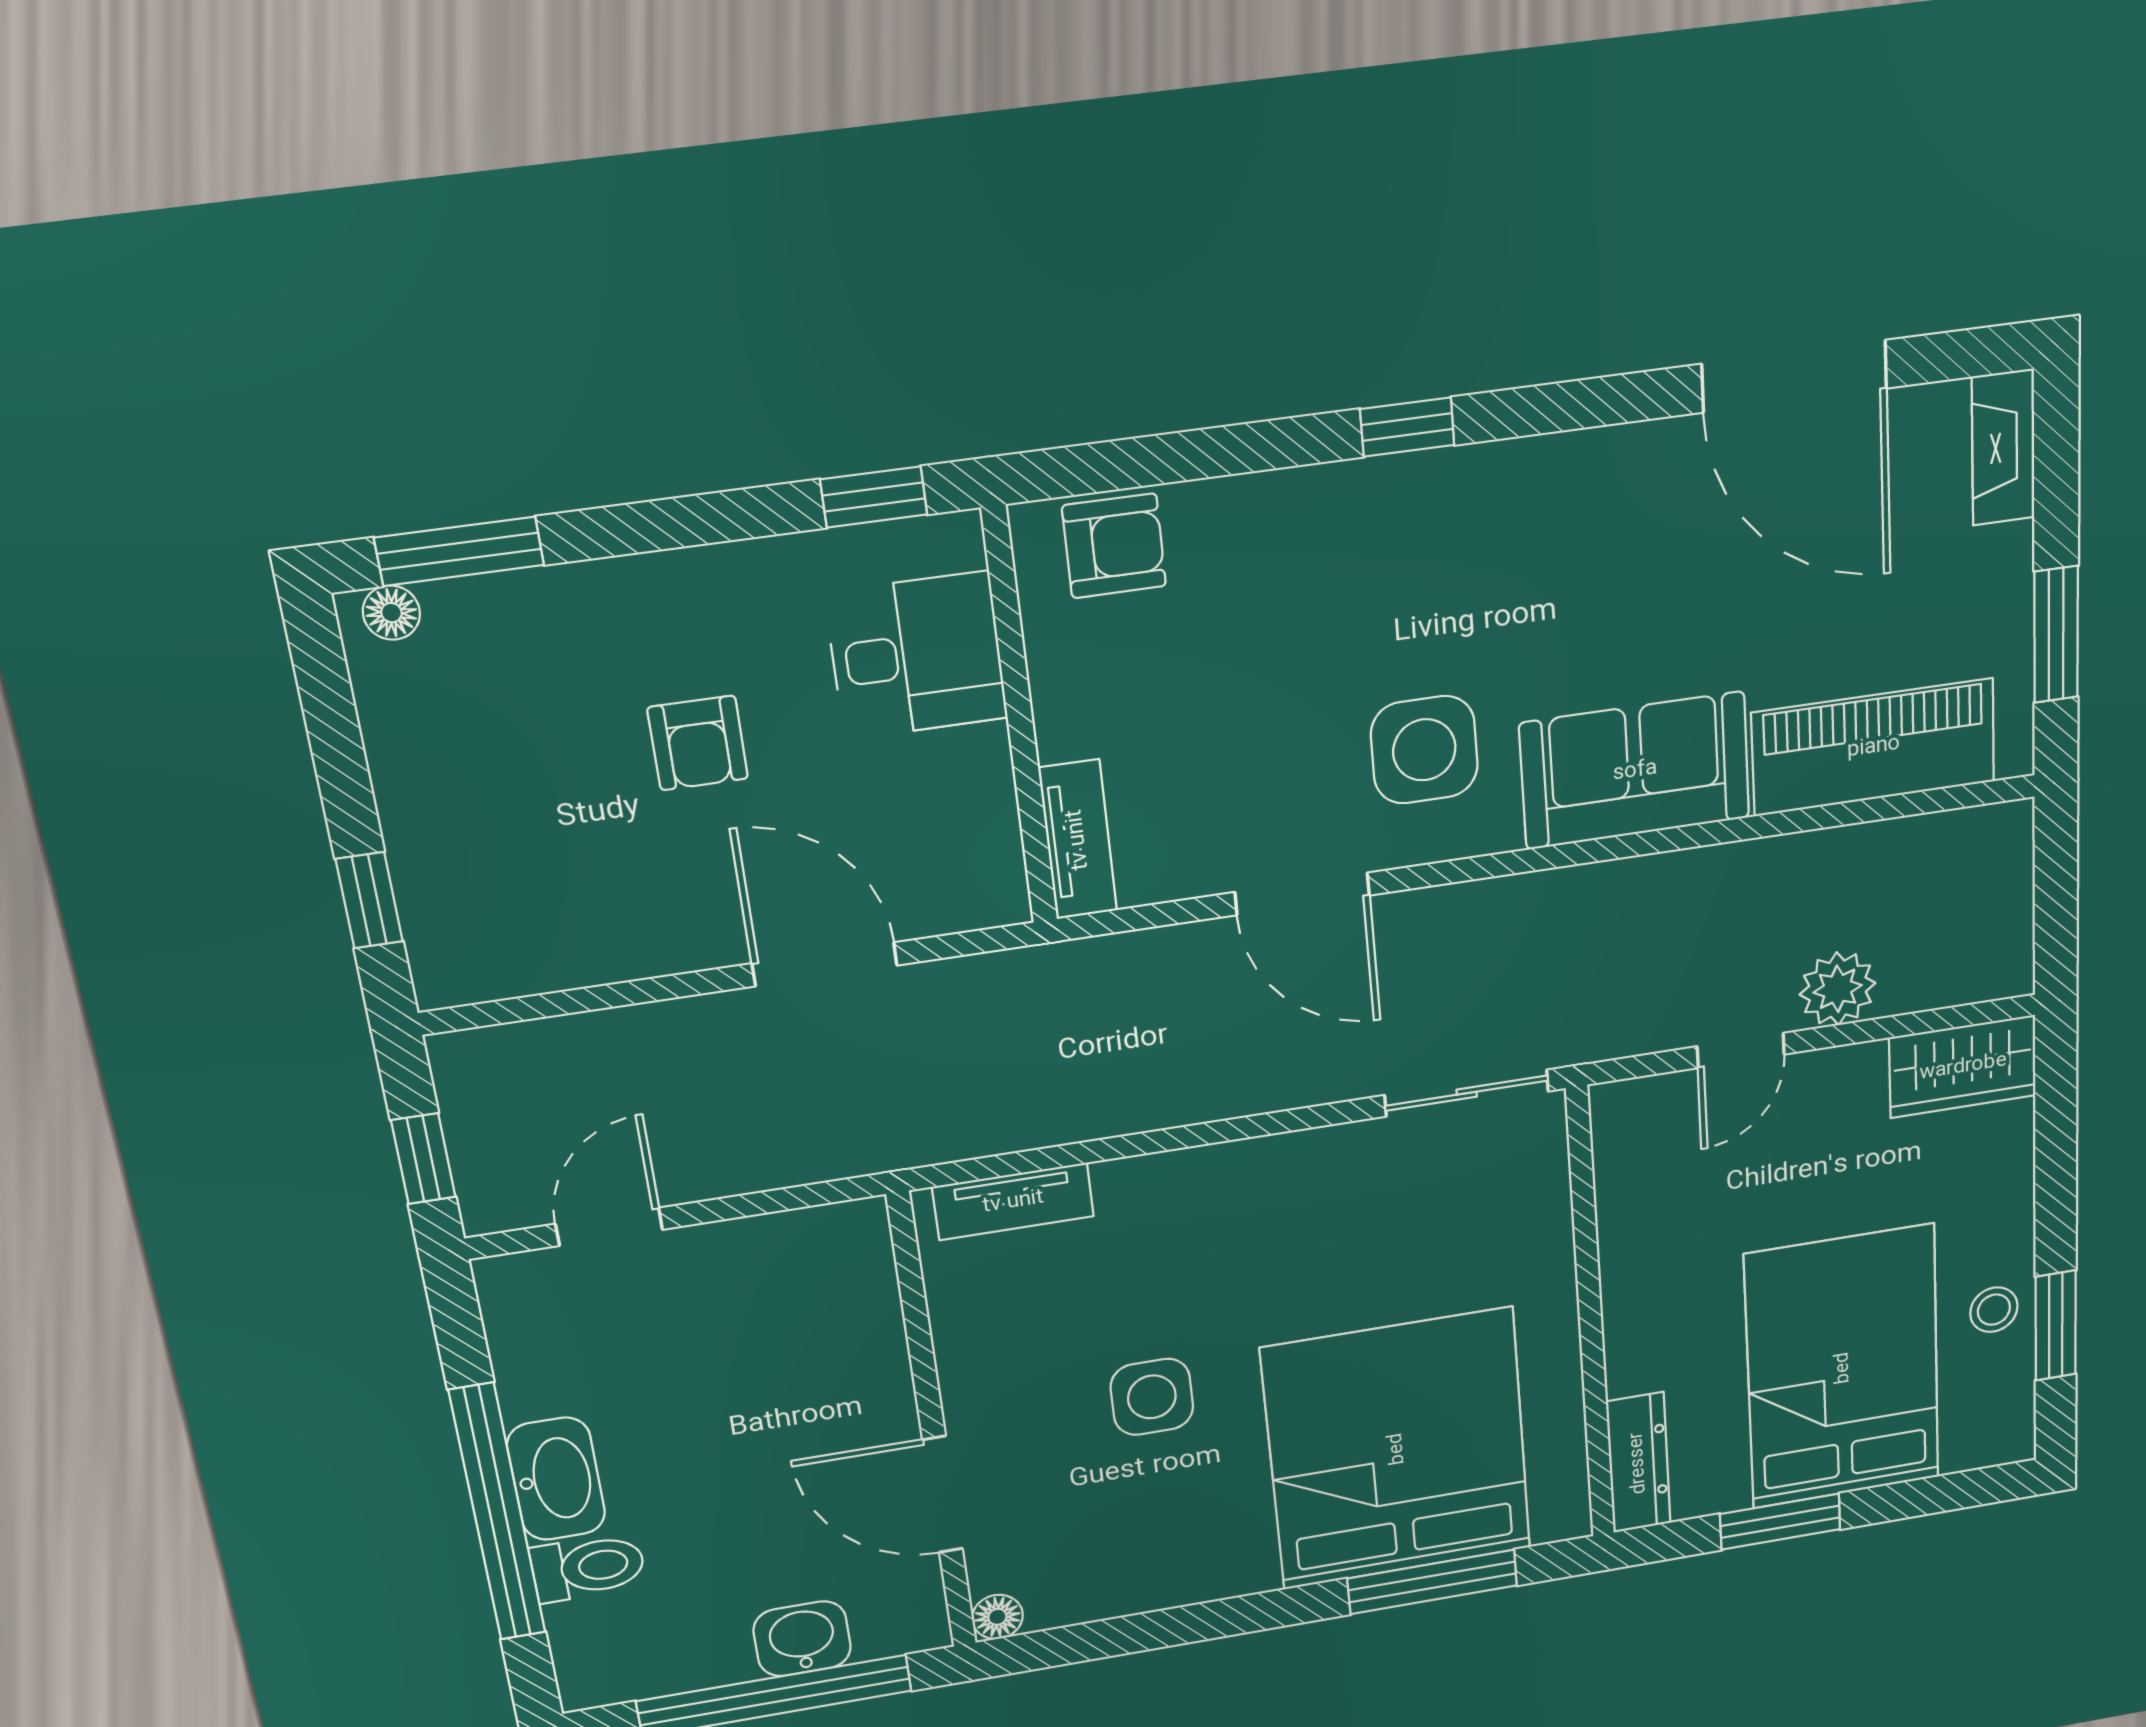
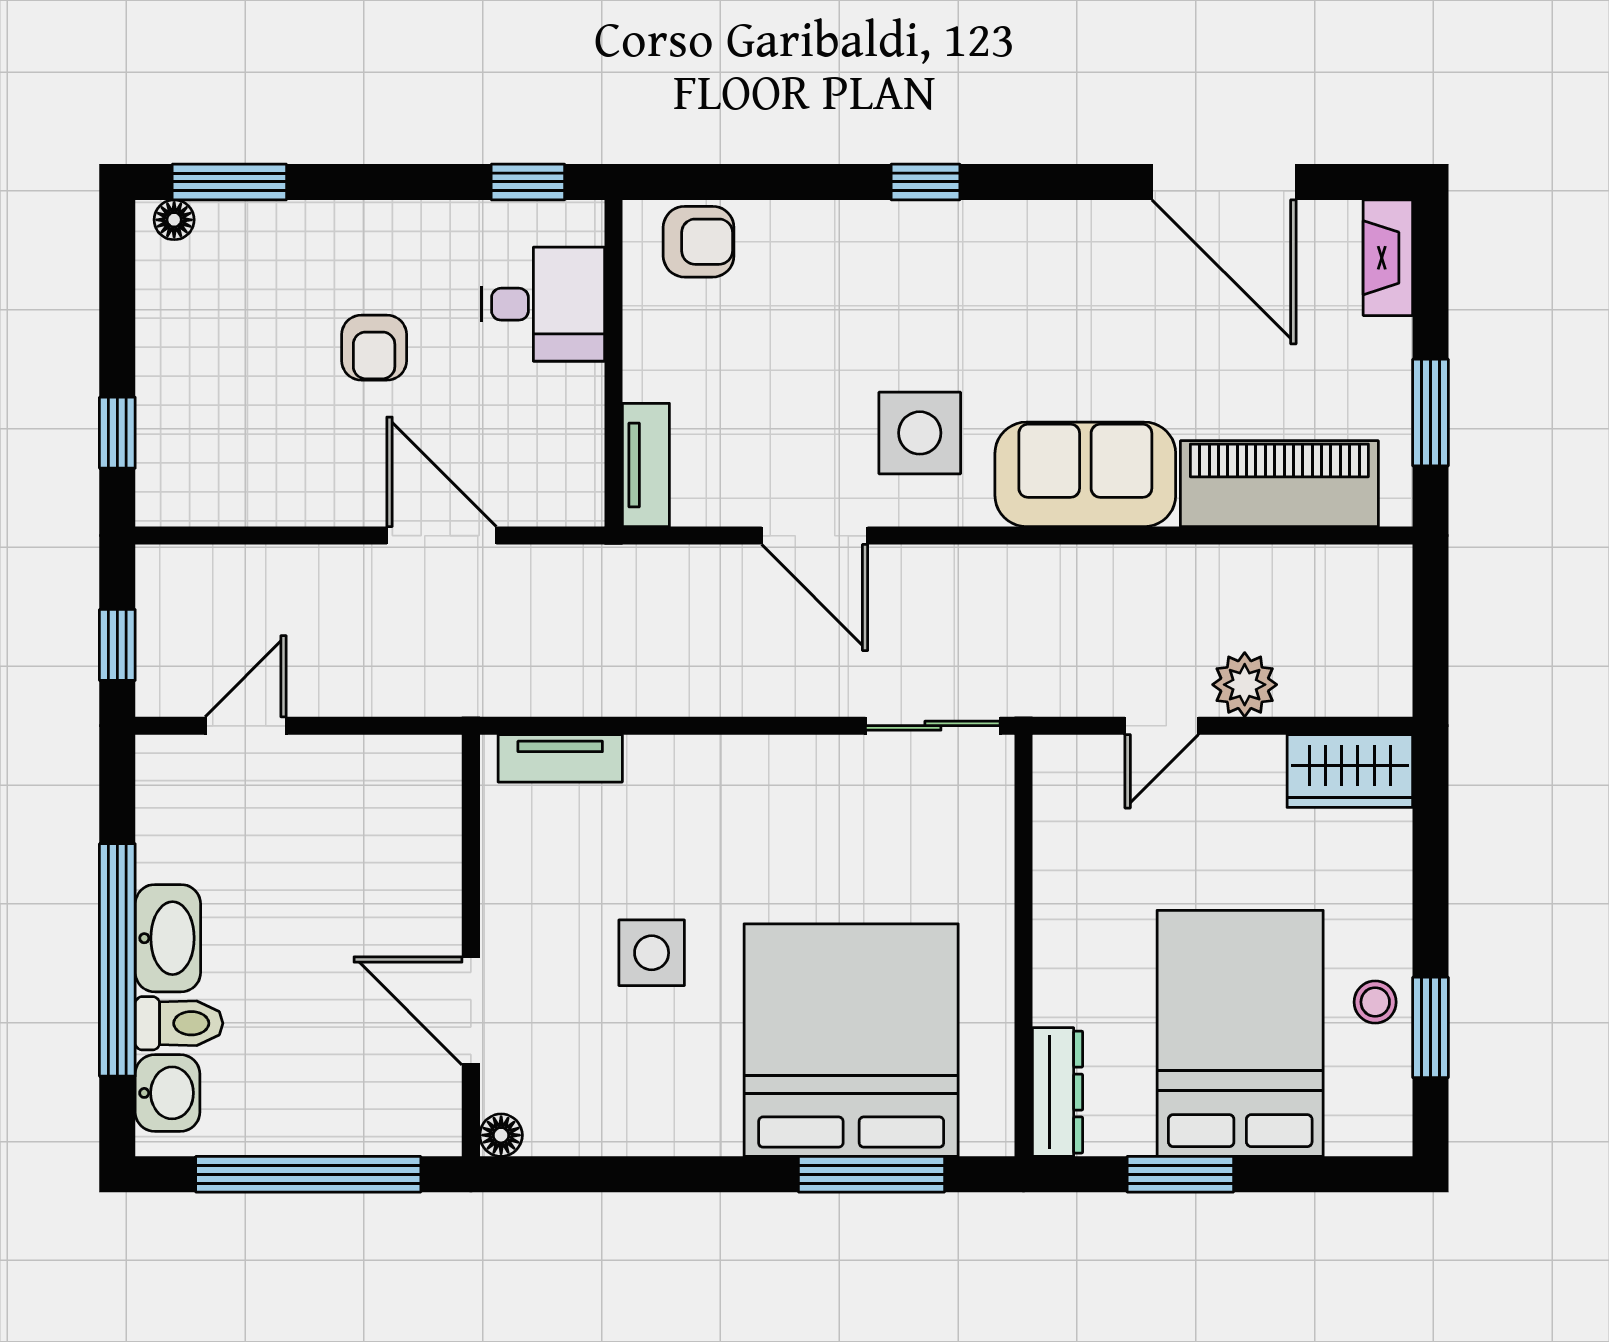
washbasin: (802, 1639) -> (168, 1093), moved, turned 90

